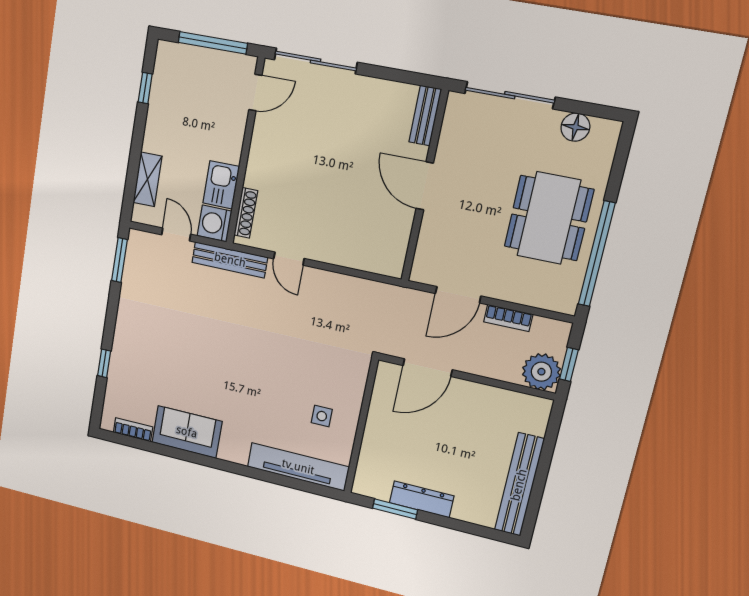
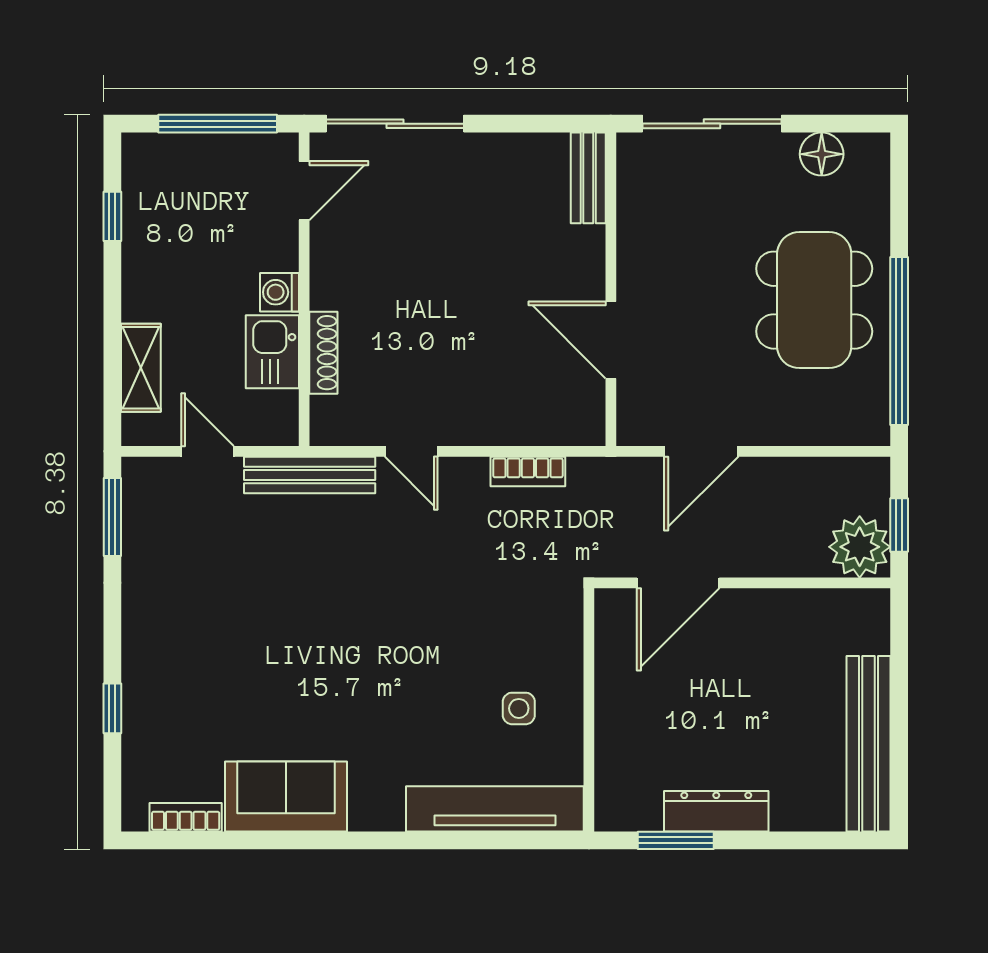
door: (425, 186) -> (611, 340), moved
shoe rack: (246, 213) -> (323, 353), moved
washing machine: (214, 223) -> (279, 292), moved, width x0.73, depth x0.73
bookcase: (508, 318) -> (528, 472), moved

